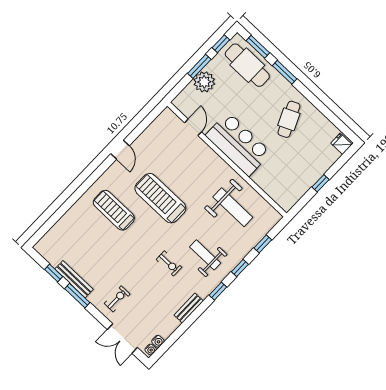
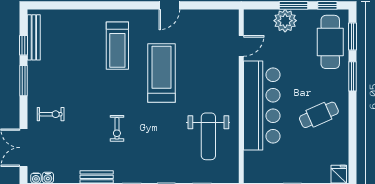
bar counter: (238, 144) -> (262, 106), width x1.36
treadmill: (114, 210) -> (117, 46), turned 180
weight bench: (205, 255) -> (150, 150), removed
bench: (74, 279) -> (34, 37), moved

